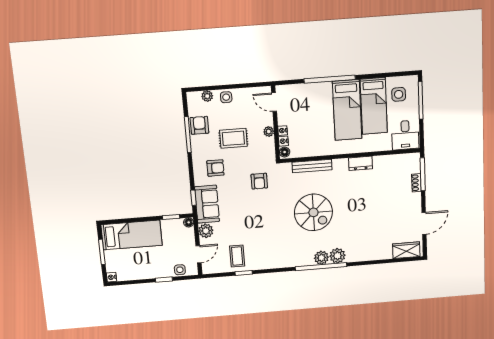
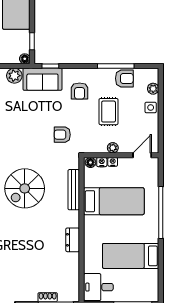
side table: (399, 94) -> (140, 282), removed
bed: (347, 110) -> (114, 201), moved, turned 180

